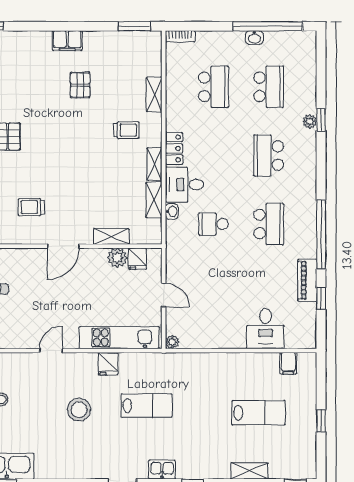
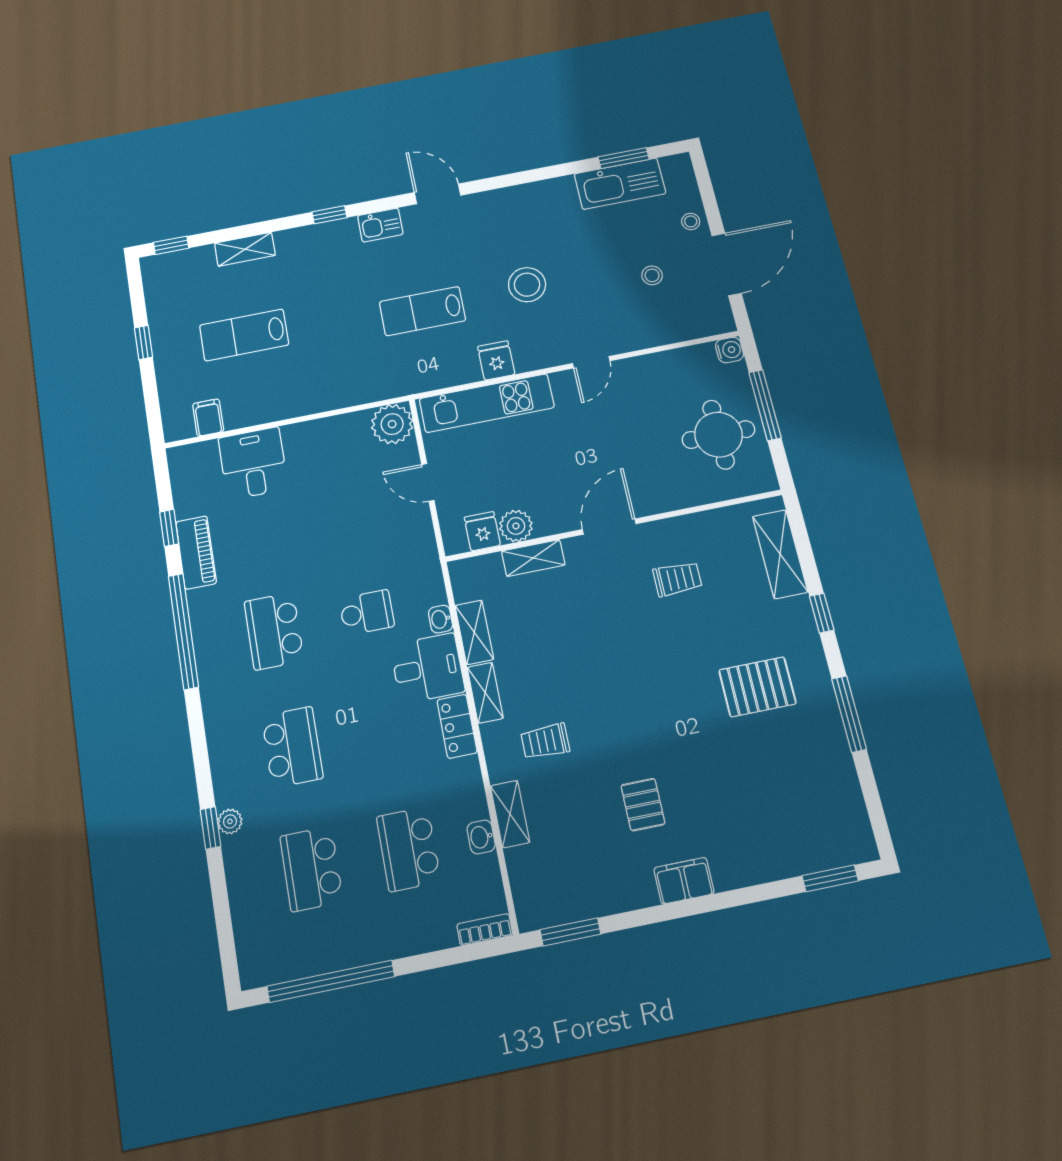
washbasin: (254, 38) -> (481, 837), moved, turned -90
plant: (172, 342) -> (392, 424), width x1.88, depth x1.88

